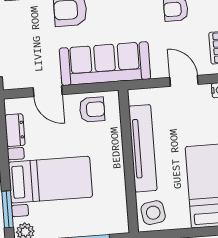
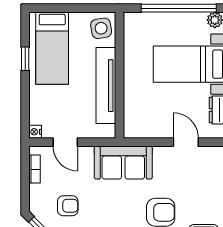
sofa: (105, 64) -> (123, 163), width x0.73
armchair: (92, 109) -> (148, 123), removed

